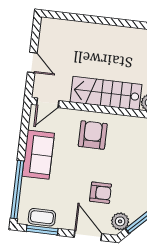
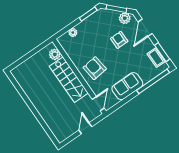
door: (48, 103) -> (98, 104), hinge flipped
armchair: (93, 135) -> (95, 68), turned 83

